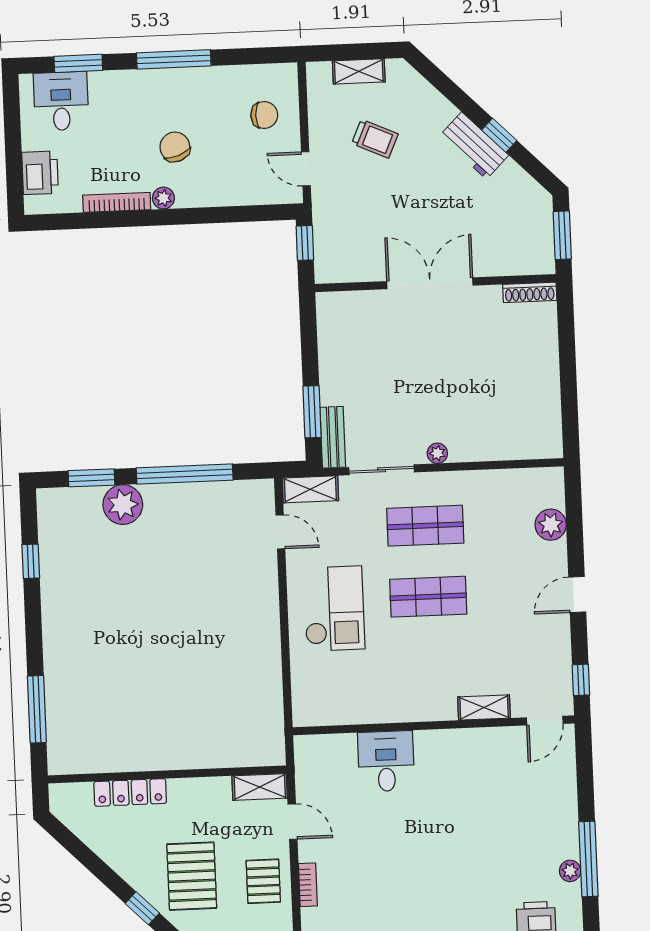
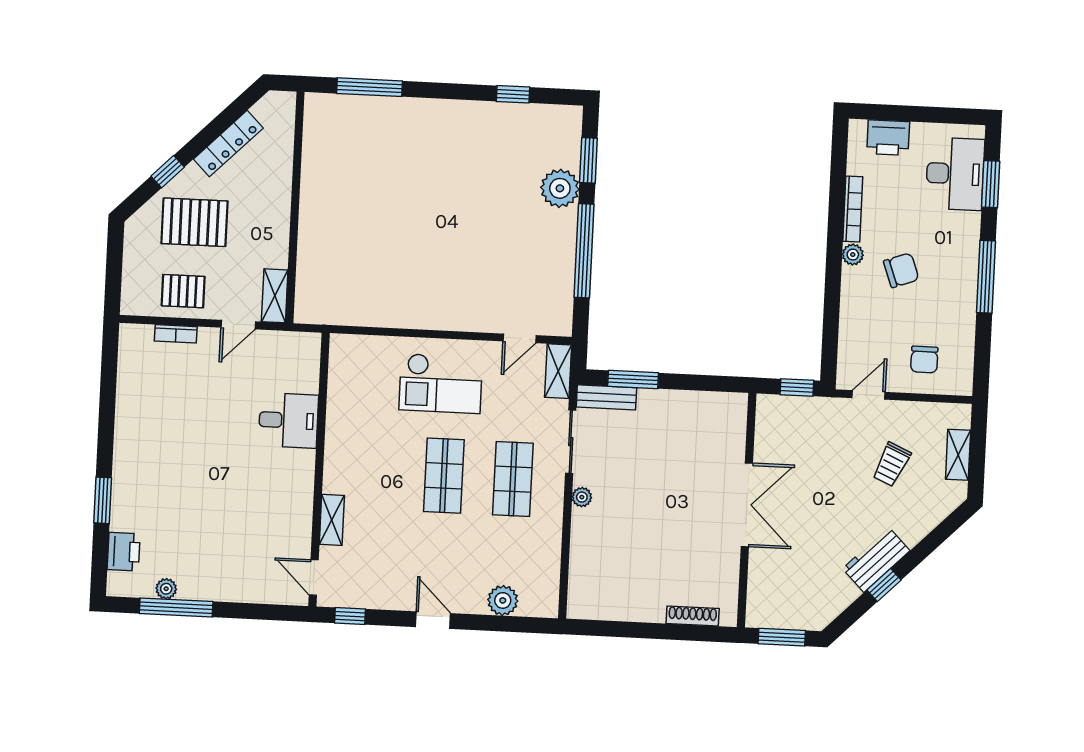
desk: (61, 101) -> (955, 174), width x1.37
shoe rack: (530, 292) -> (693, 616), moved, turned 90
locker: (130, 792) -> (228, 144), moved, turned -135

